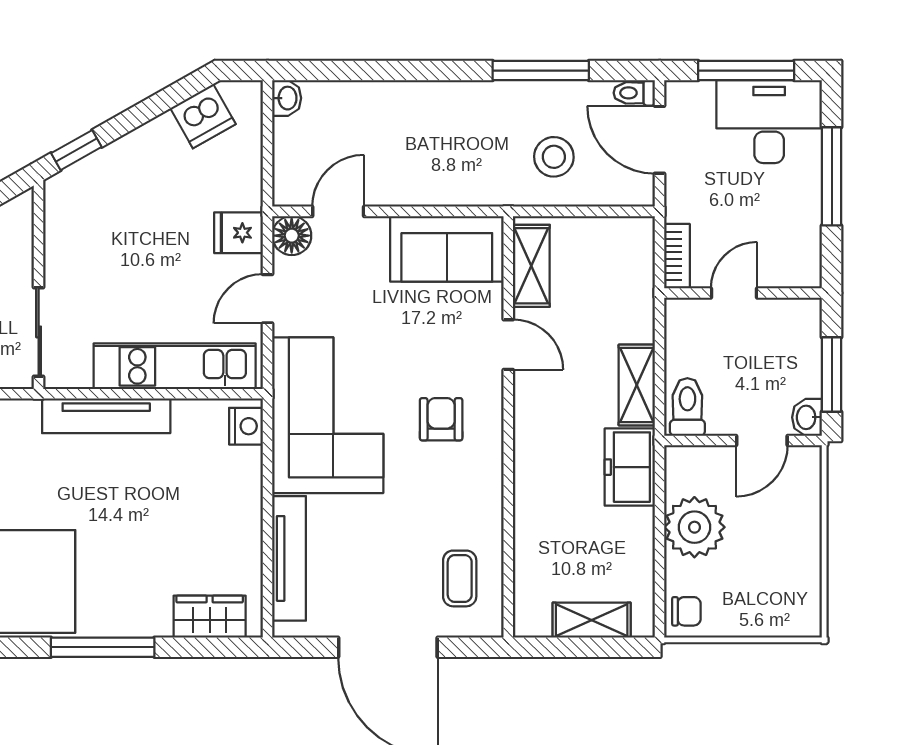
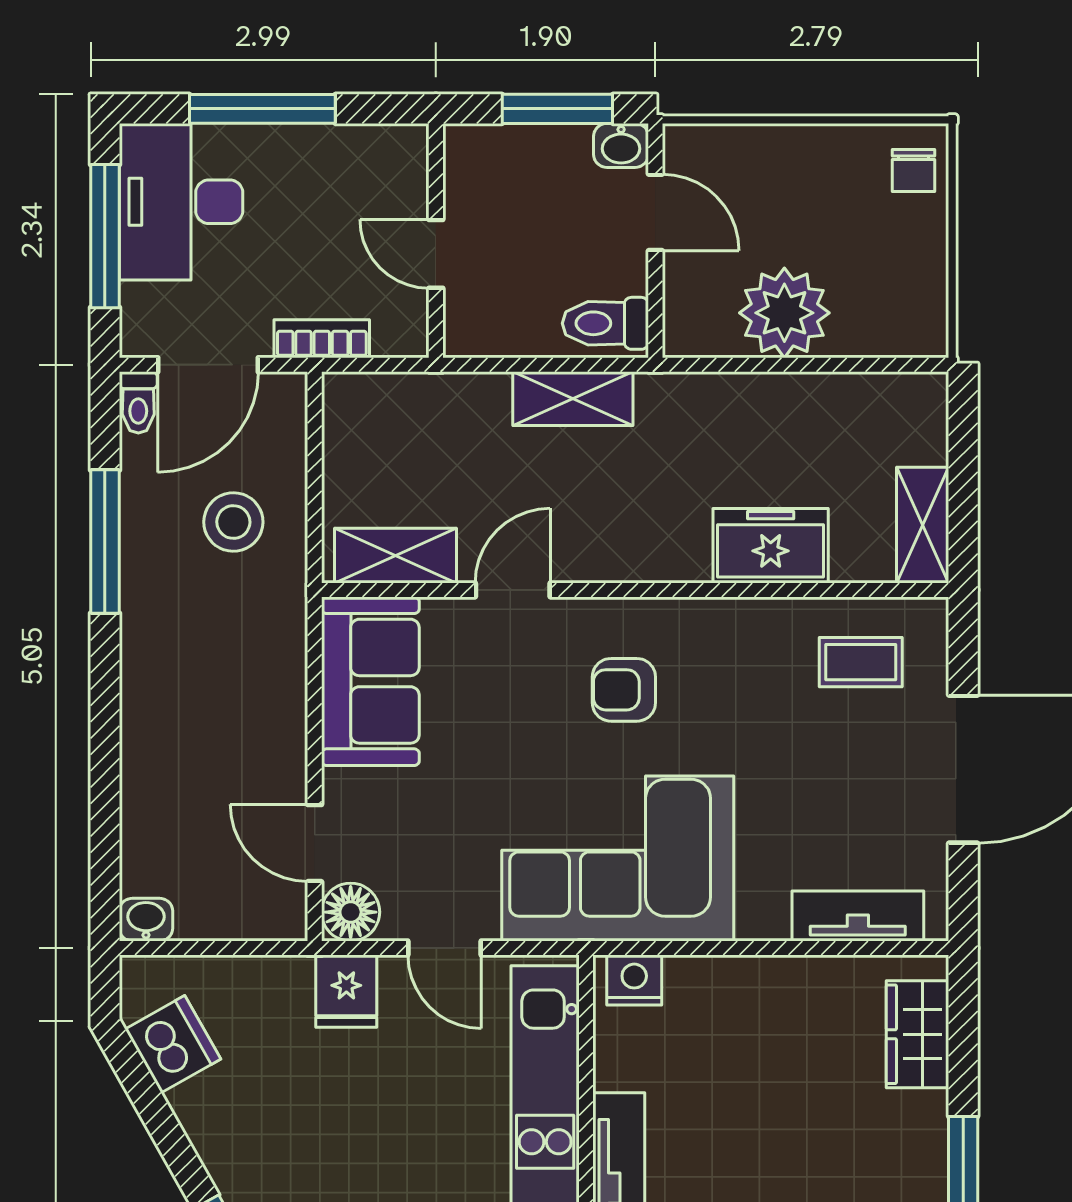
bookcase: (677, 256) -> (322, 339), moved
freezer: (630, 467) -> (771, 546), moved, turned 180
tv unit: (289, 558) -> (858, 916), width x0.71
chair: (686, 611) -> (913, 170), moved, turned 180
shelving: (592, 620) -> (923, 525), moved

